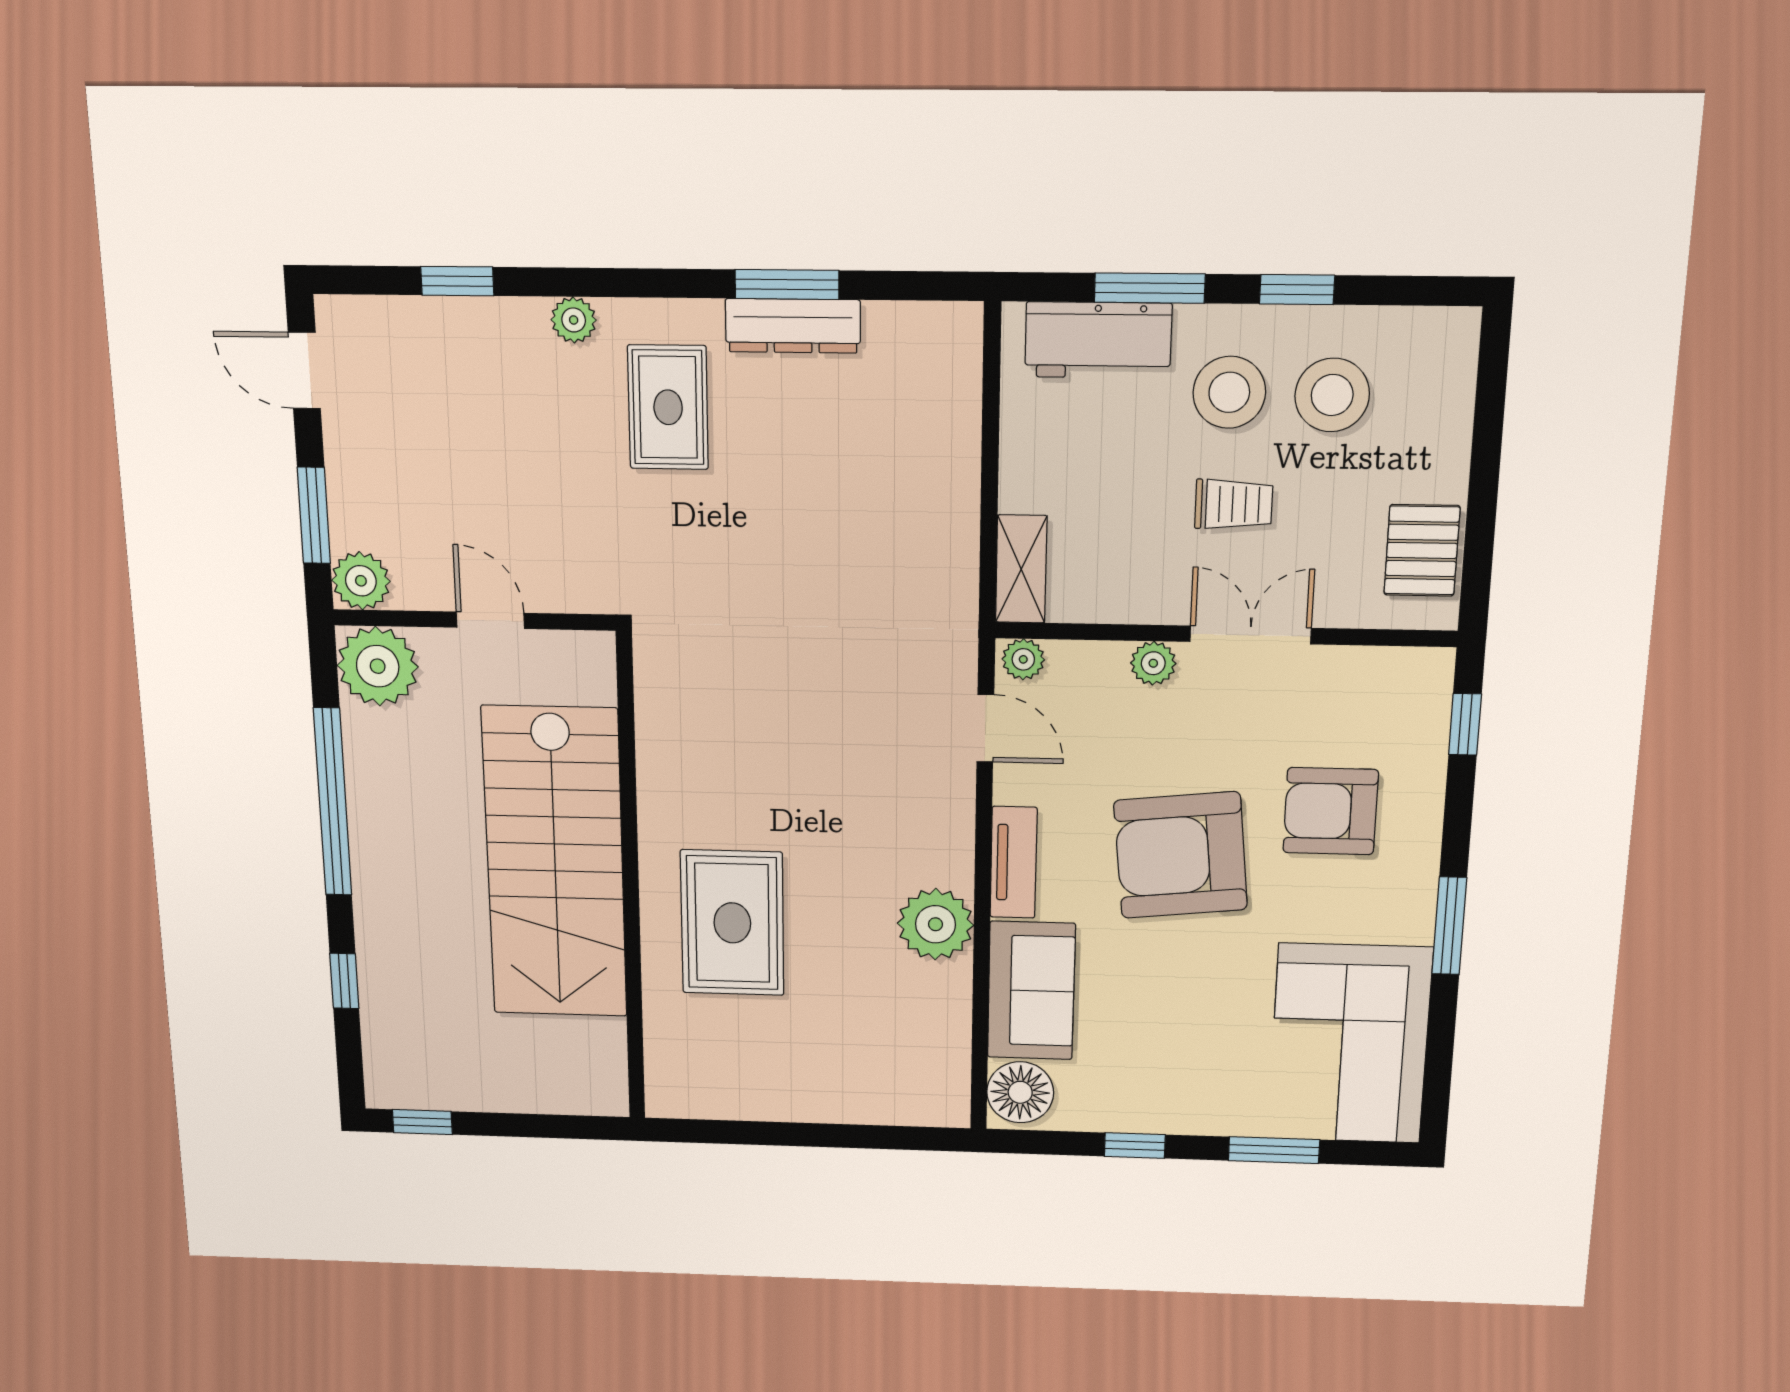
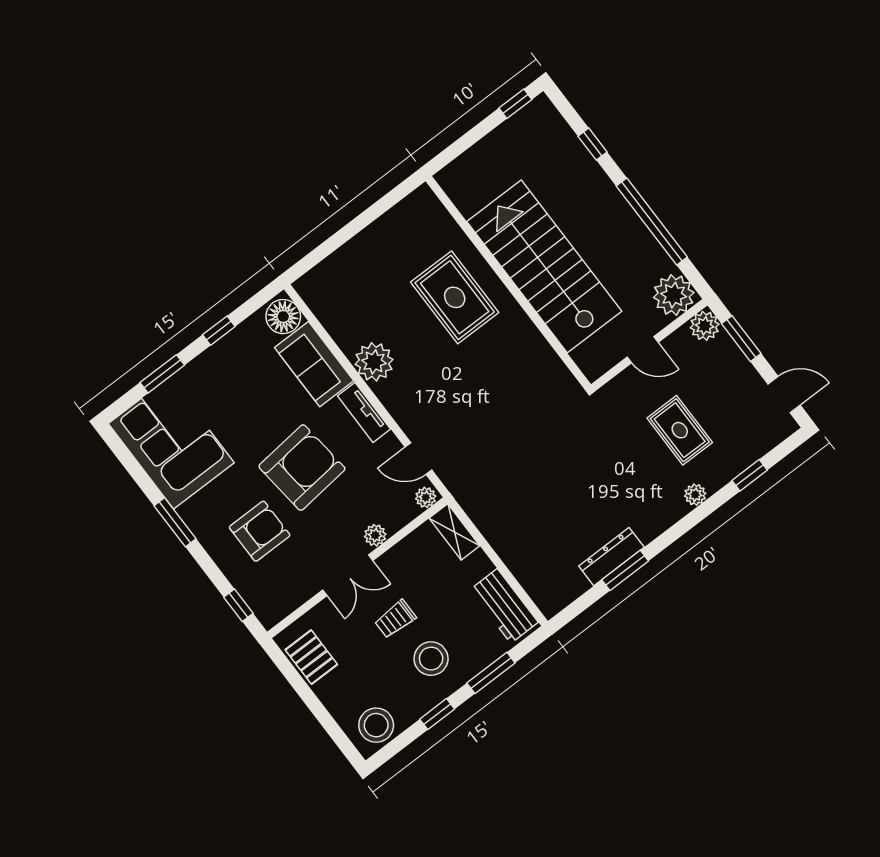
workbench: (1098, 340) -> (504, 606), moved, turned -90
stool: (1332, 395) -> (376, 725), moved
rug: (668, 407) -> (680, 430), moved

